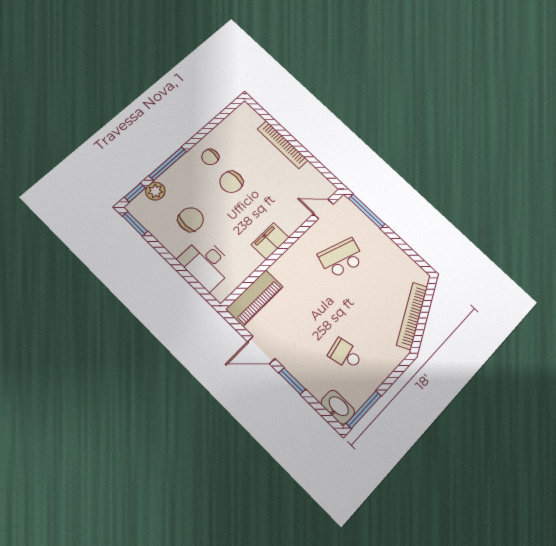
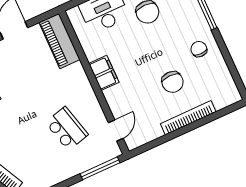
chair: (231, 182) -> (172, 82), moved, turned 180
school desk: (341, 258) -> (67, 129), turned -33

